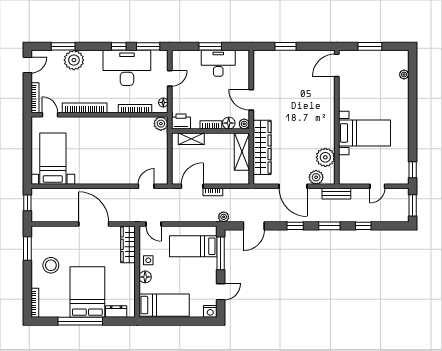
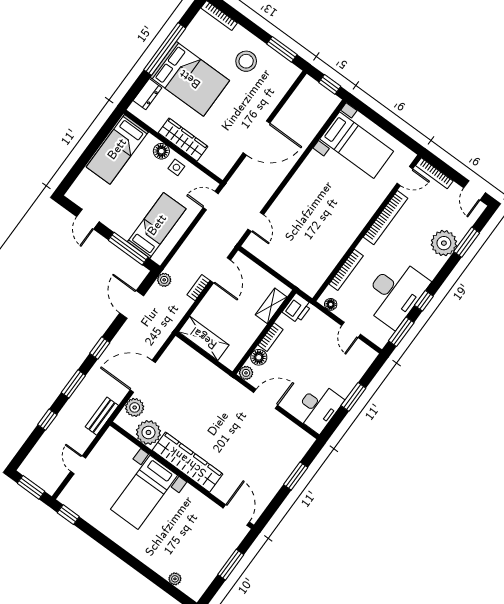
desk: (218, 63) -> (318, 407), moved
plant: (161, 124) -> (310, 286), removed
wardrobe: (262, 147) -> (188, 462), moved, turned 180
shelving: (242, 152) -> (204, 338), moved
wardrobe: (128, 244) -> (183, 140), moved
nightstand: (210, 311) -> (75, 193), removed

